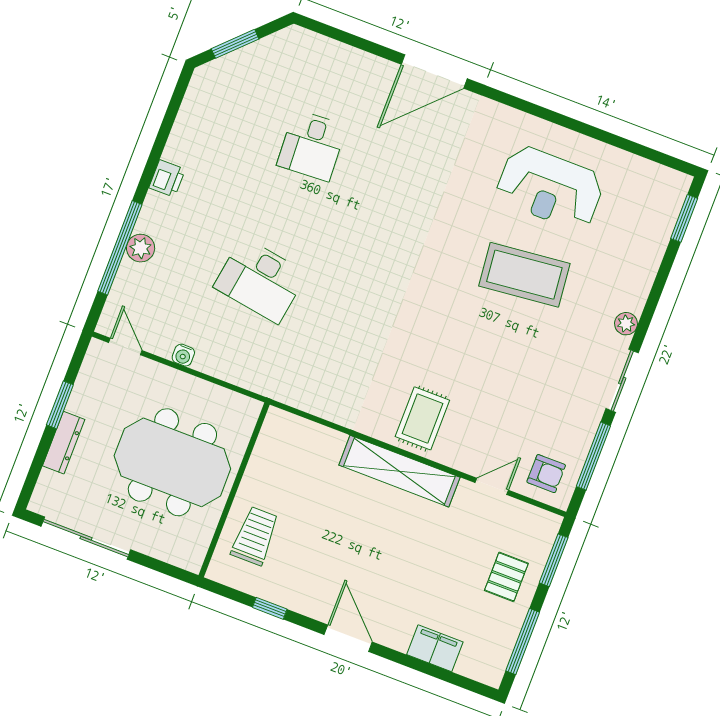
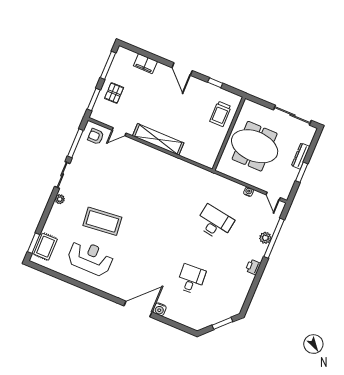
water cooler: (383, 72) -> (160, 309), added
rug: (422, 418) -> (45, 247), moved

